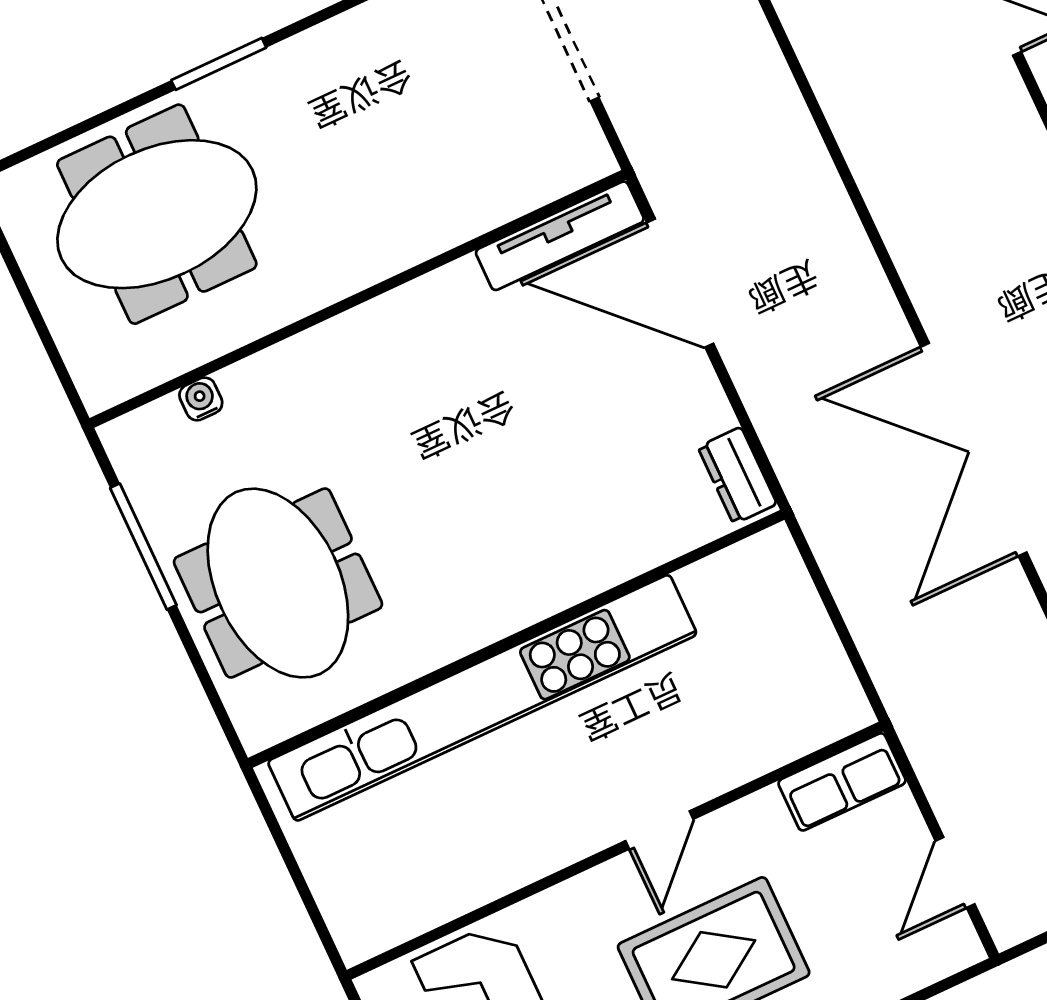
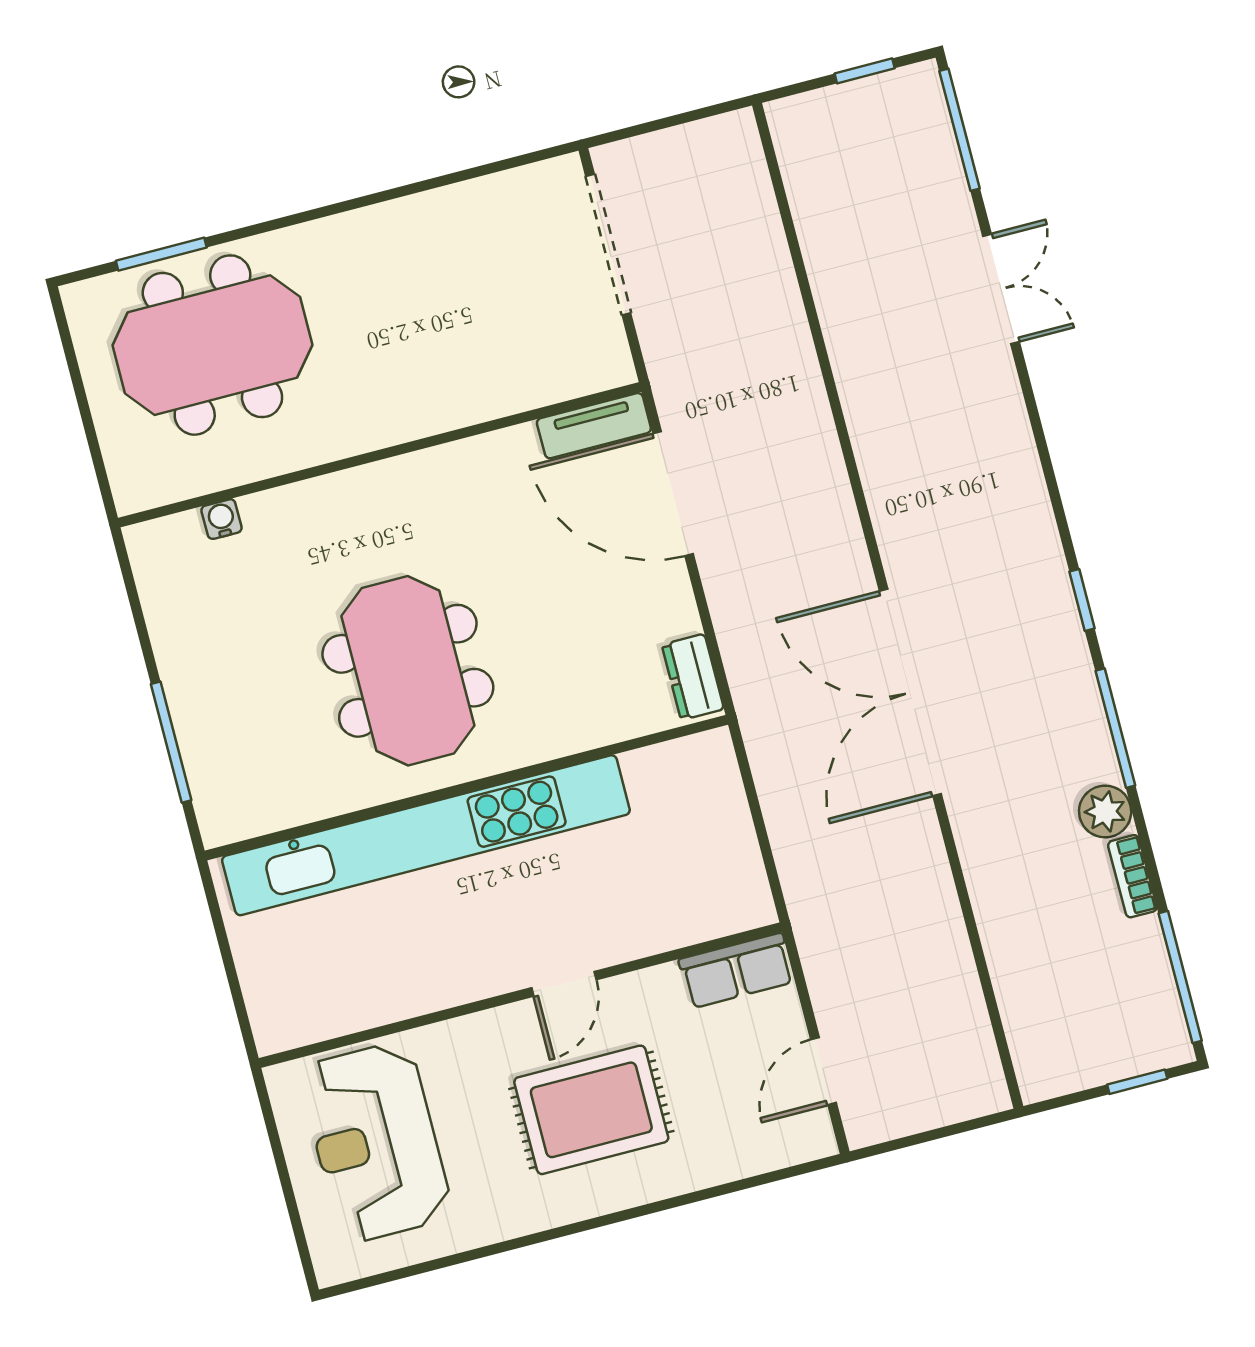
window: (219, 64) -> (161, 254), moved
tv unit: (560, 236) -> (594, 426), width x0.71
window: (143, 547) -> (171, 742), moved
meeting table: (278, 583) -> (408, 671), moved

